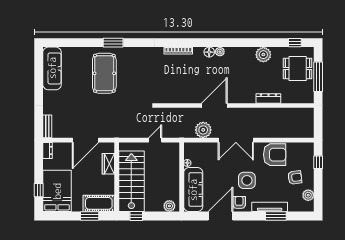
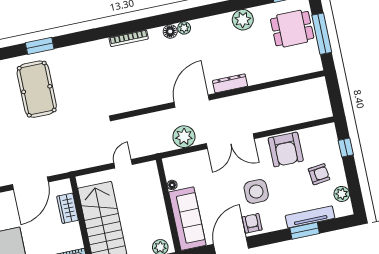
dresser: (268, 99) -> (230, 83), moved
armchair: (275, 155) -> (286, 149), turned 90
tv unit: (270, 207) -> (310, 217), moved

